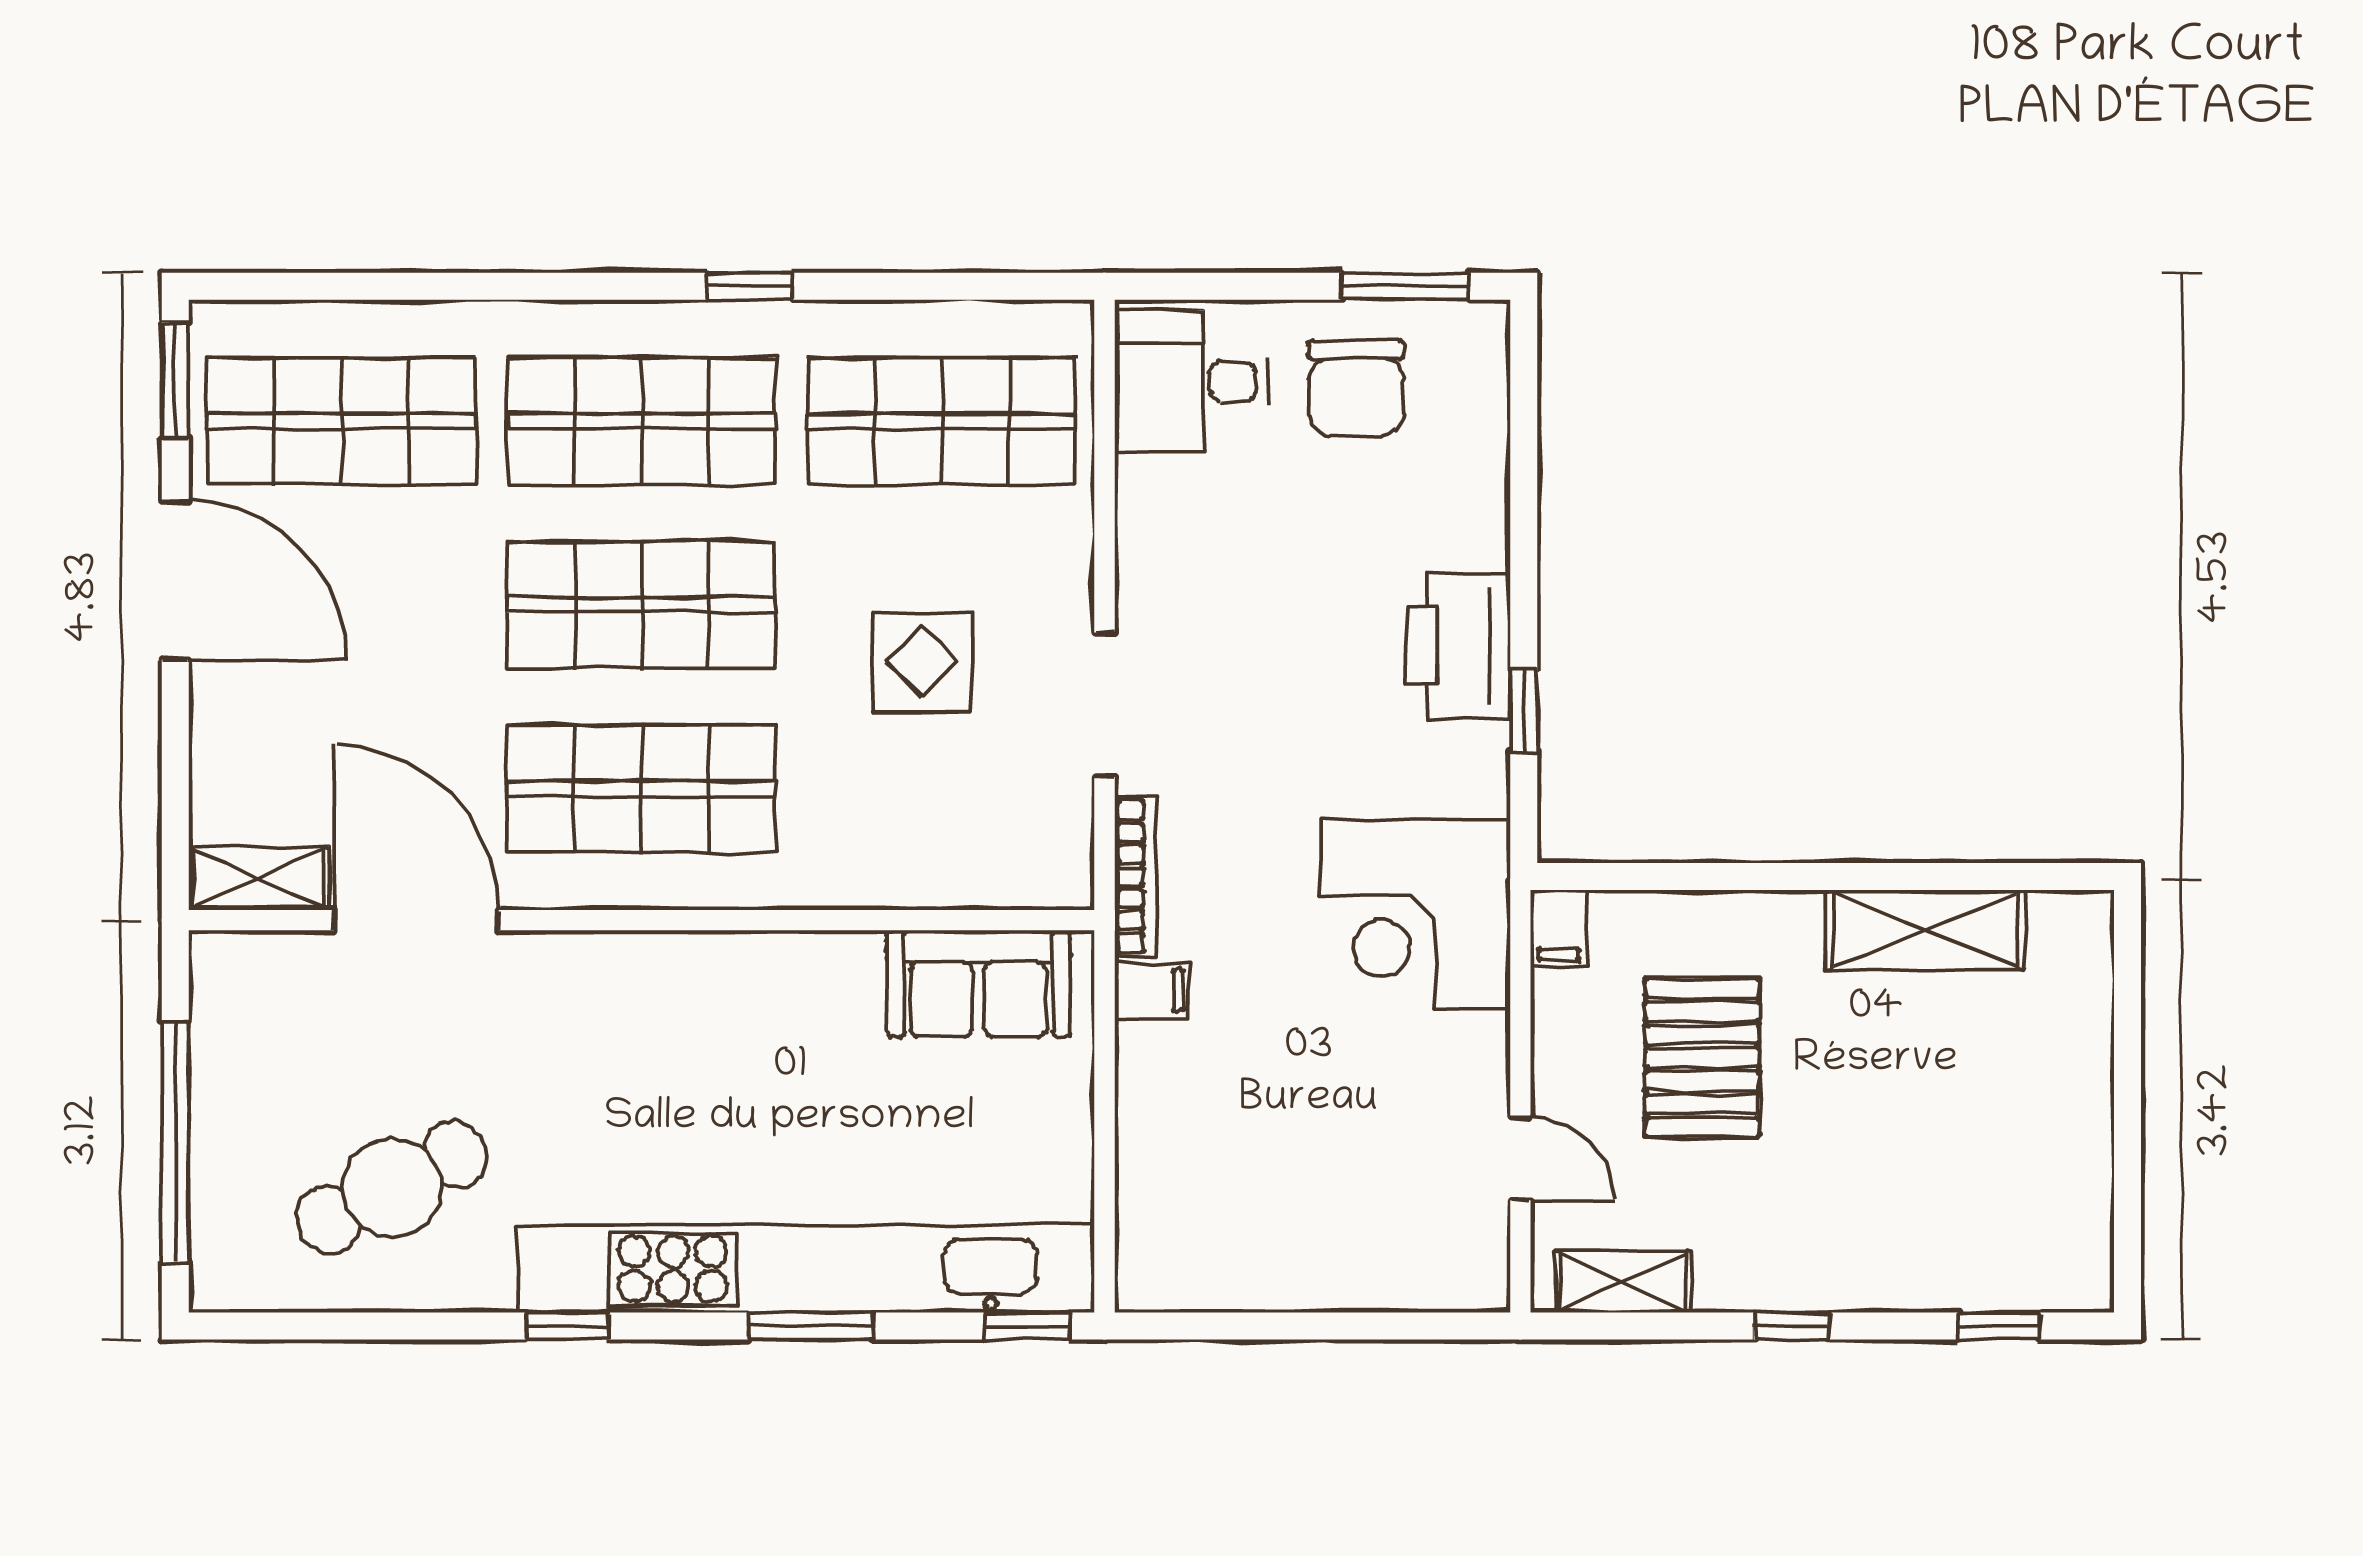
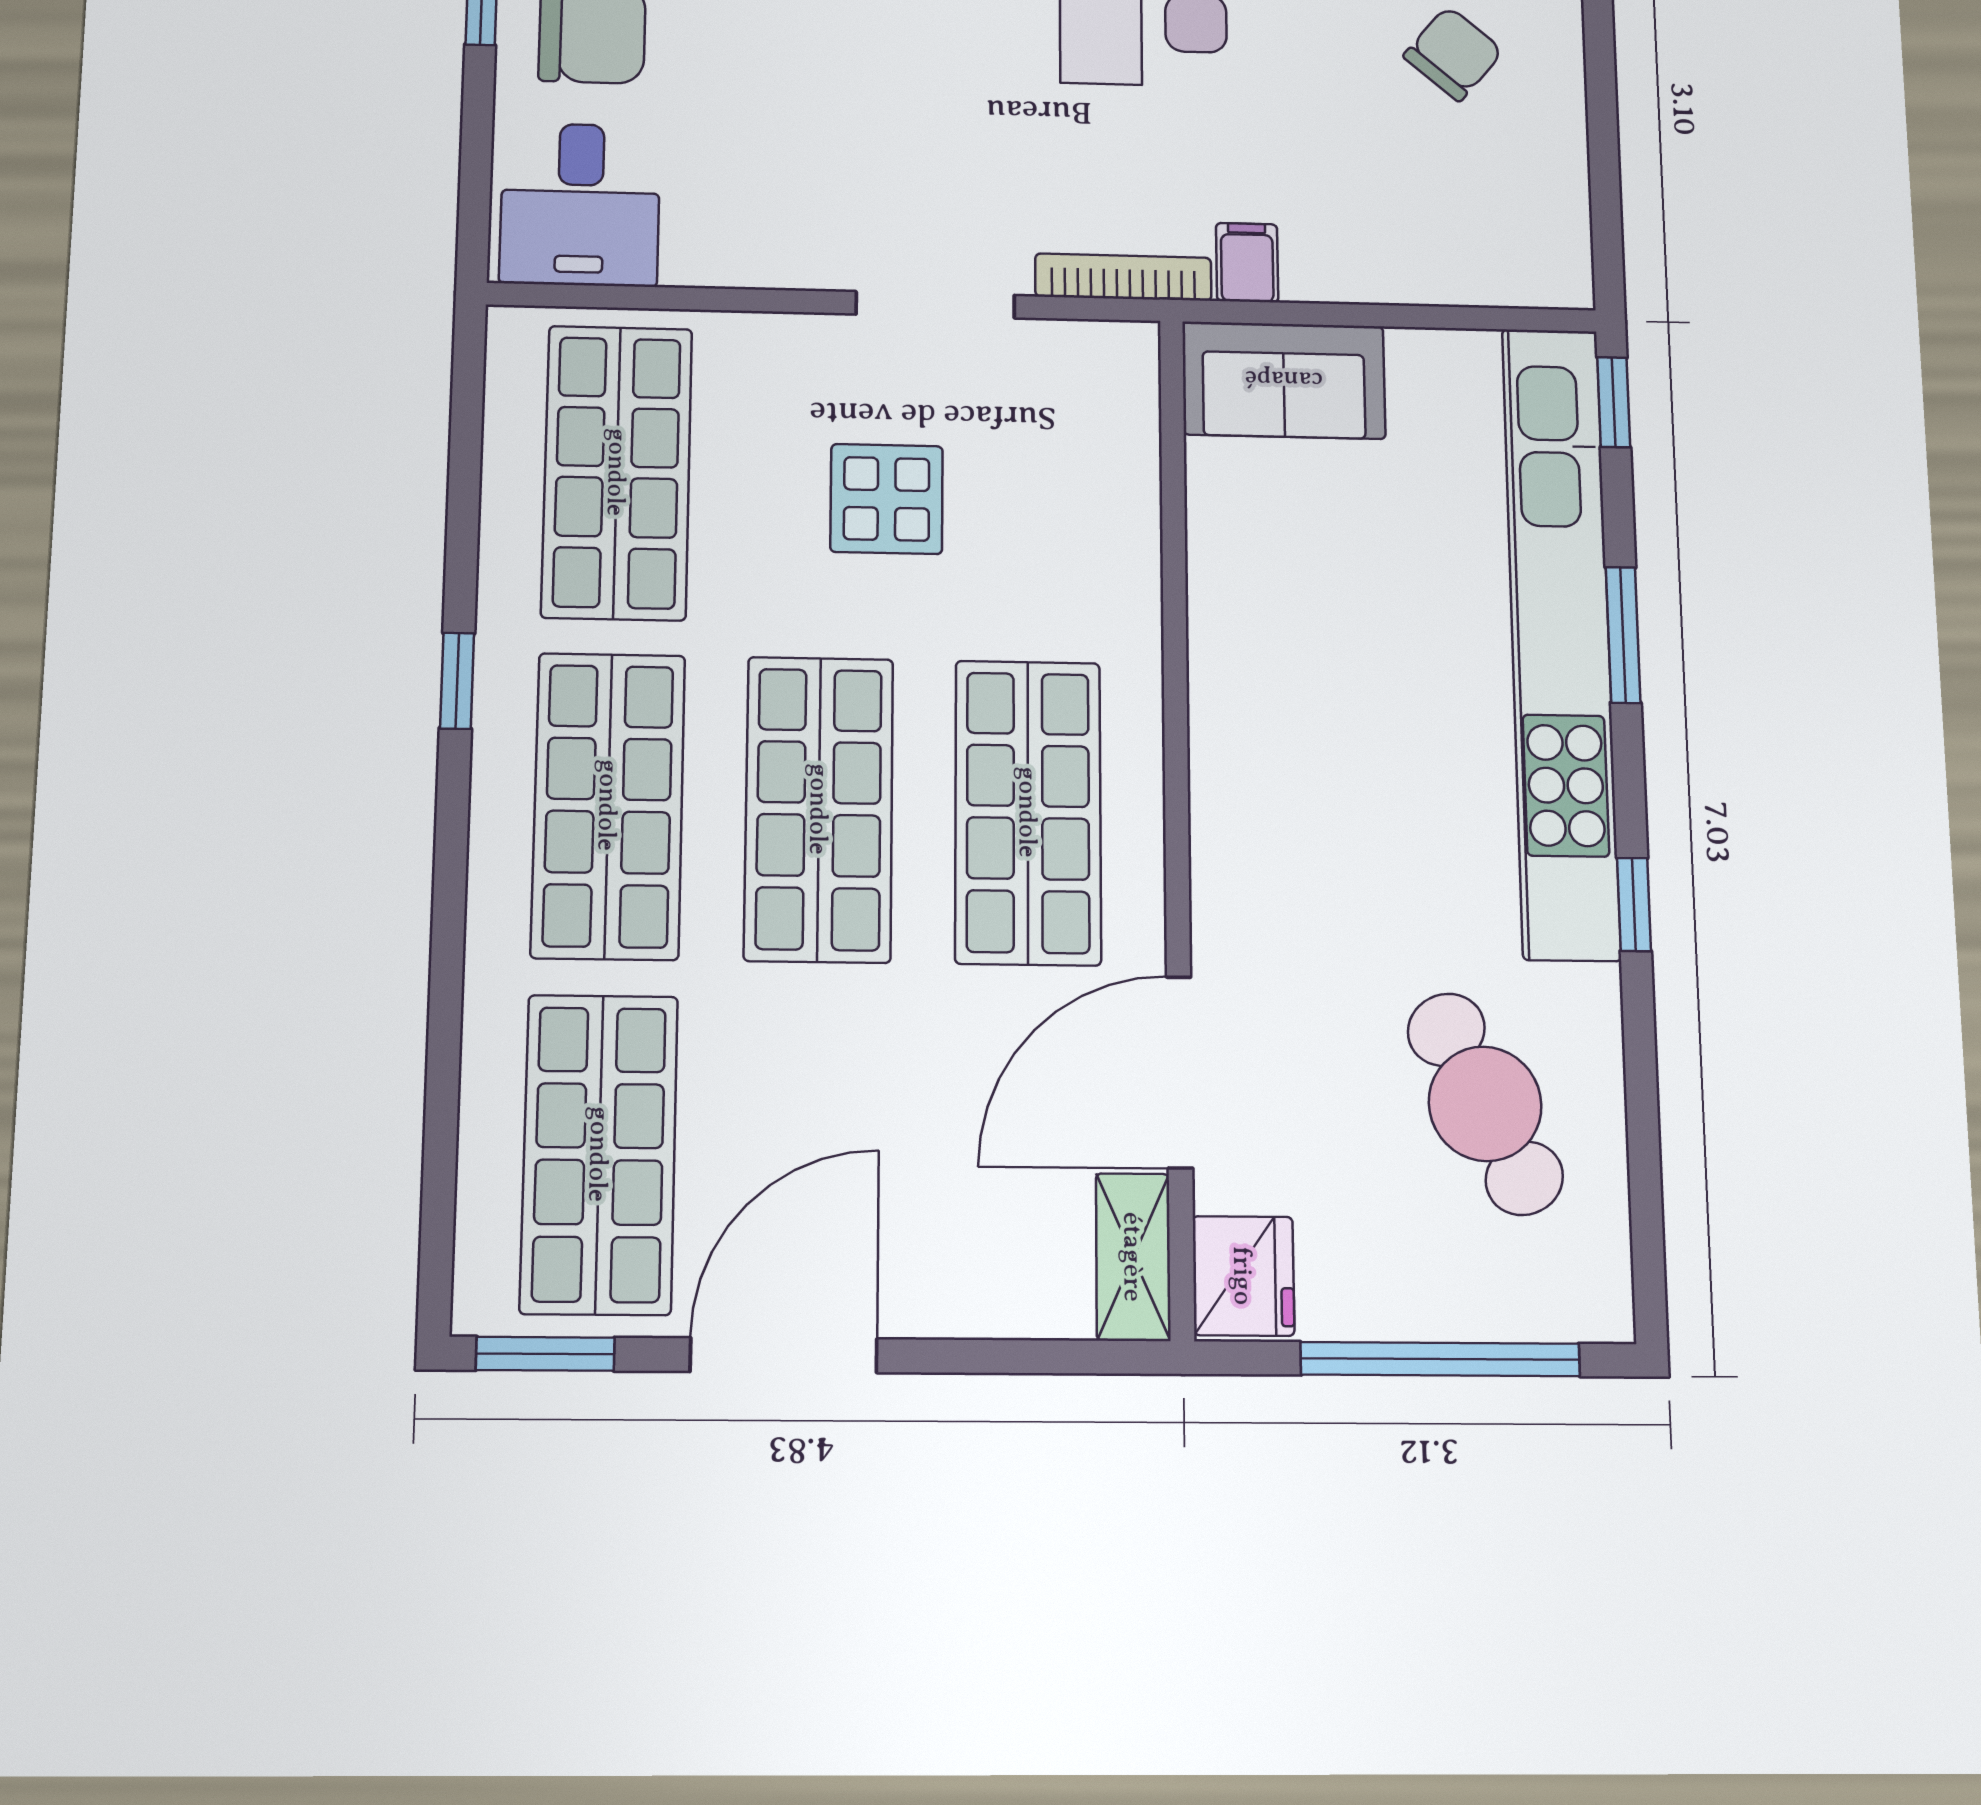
fridge: (244, 973) -> (1243, 1276), added
sofa: (978, 984) -> (1284, 380), moved, turned 90
chair: (1361, 1188) -> (1453, 54), added

